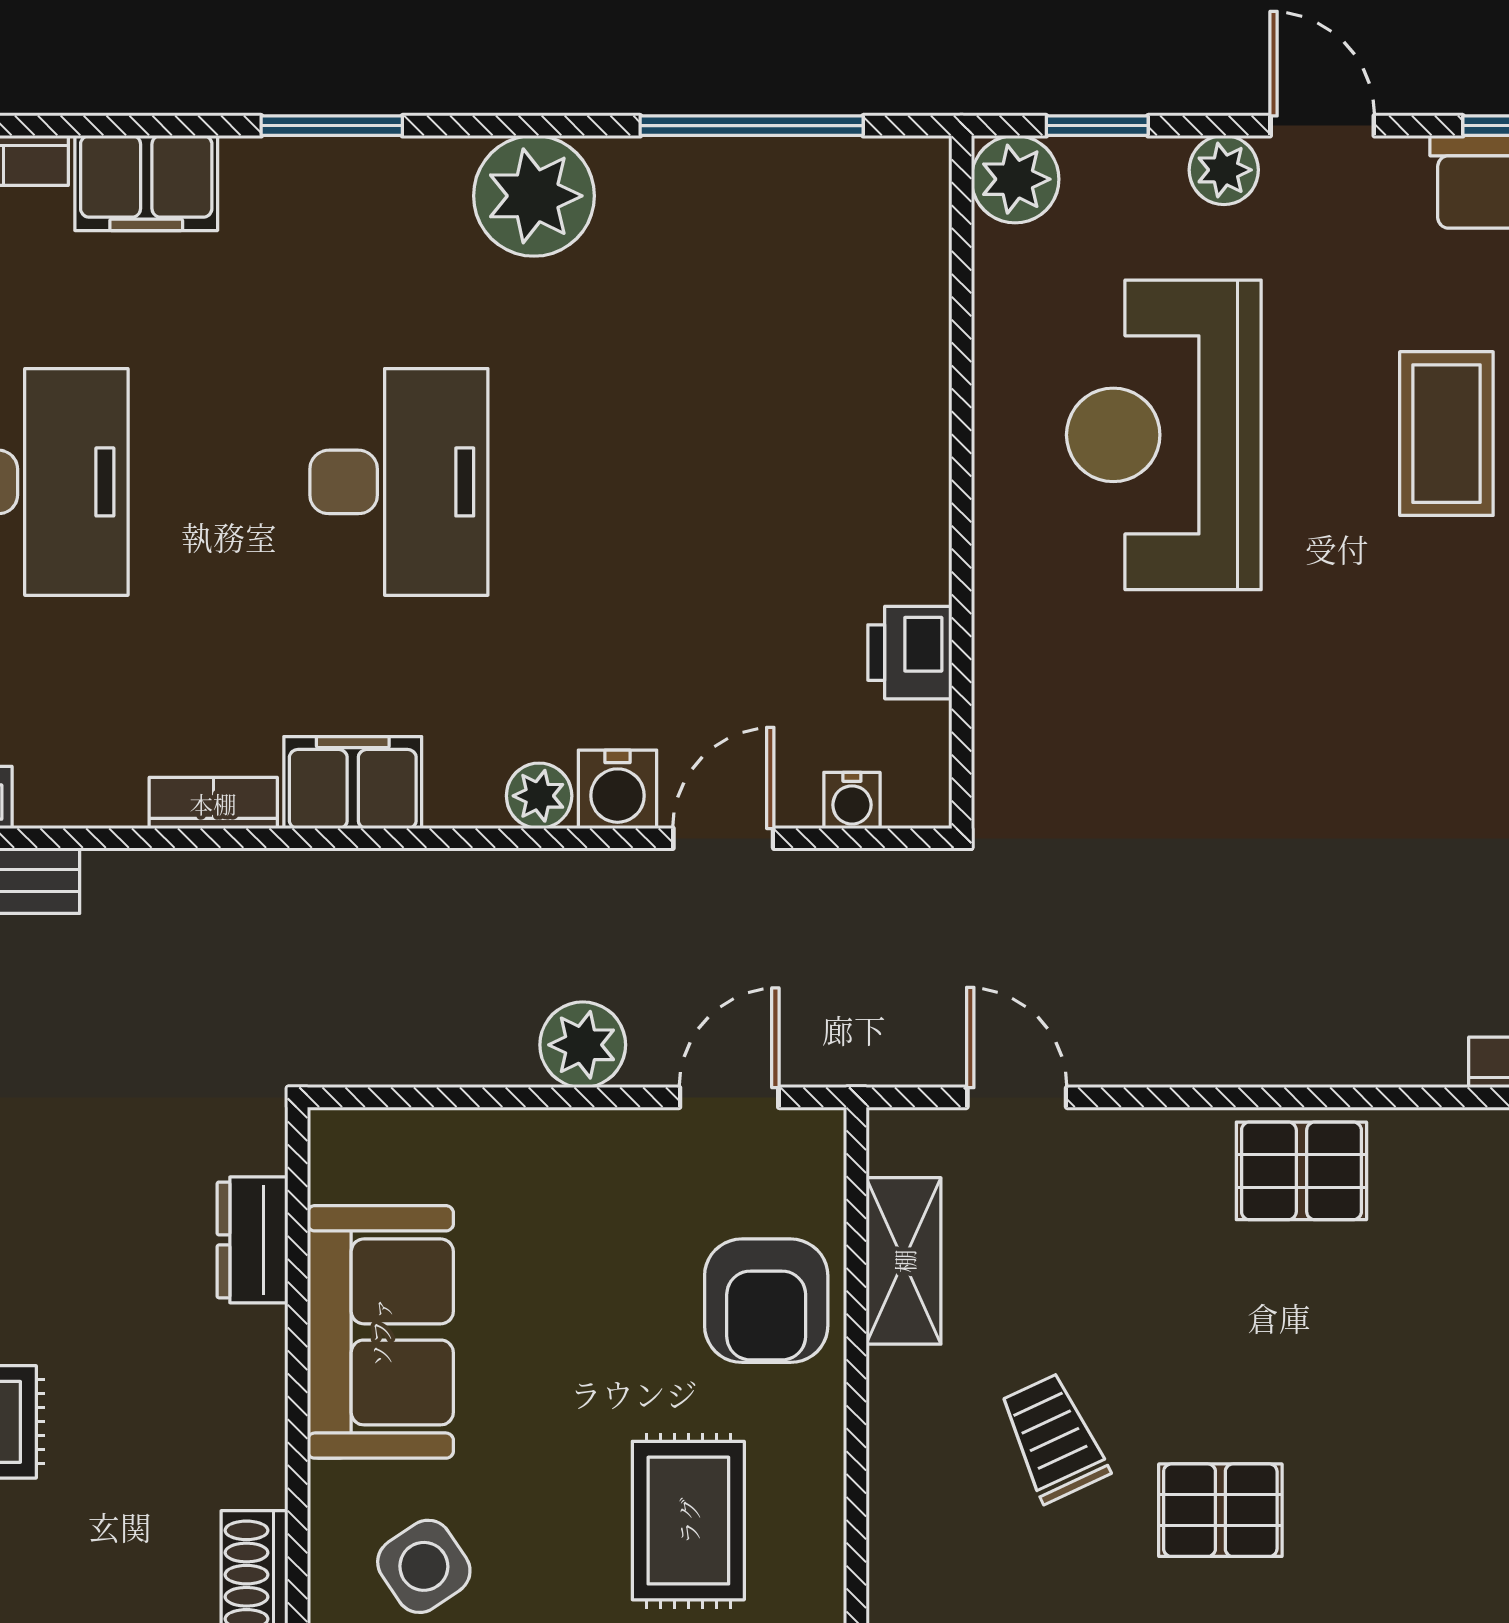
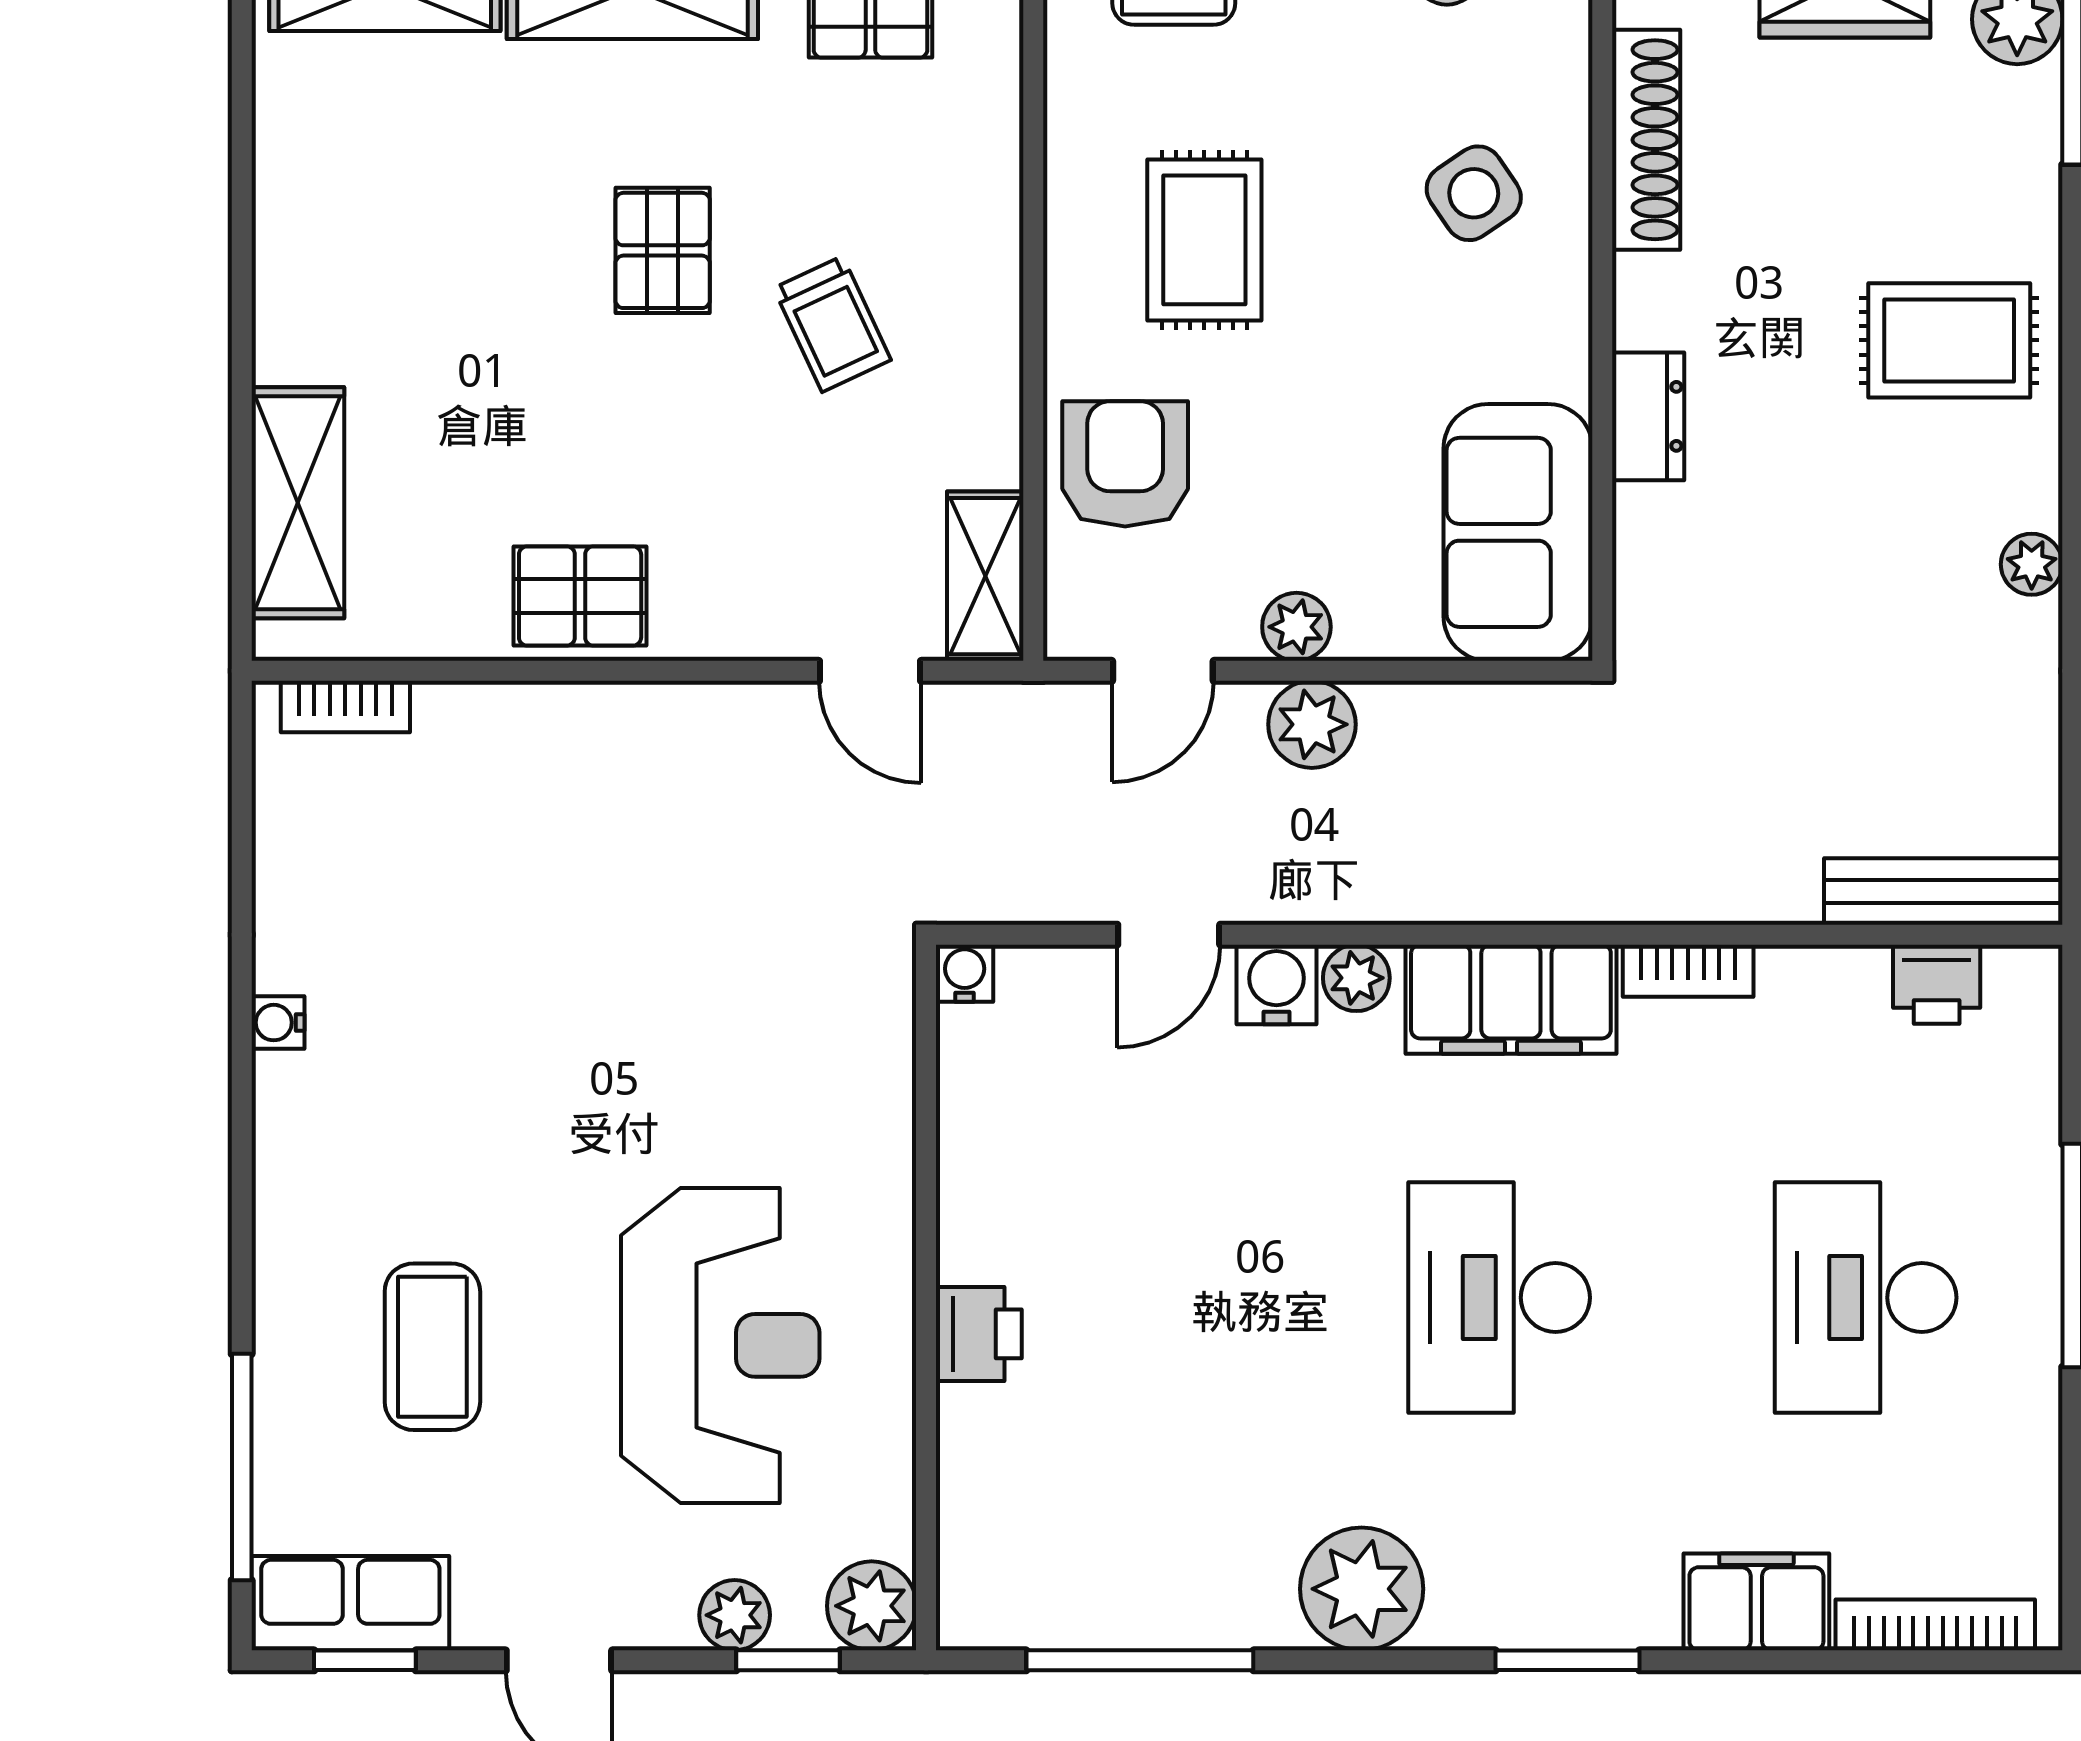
plant: (1224, 170) -> (735, 1615), moved
printer: (910, 653) -> (979, 1334), moved
filing cabinet: (353, 783) -> (1511, 999), width x1.50, depth x1.17
water cooler: (852, 800) -> (965, 973), moved
plant: (598, 1141) -> (1296, 627), added
dresser: (252, 1240) -> (1648, 416), moved
shelving: (904, 1261) -> (985, 576), moved
sofa: (380, 1332) -> (1518, 532), moved
pallet: (1220, 1510) -> (663, 250), turned 90

